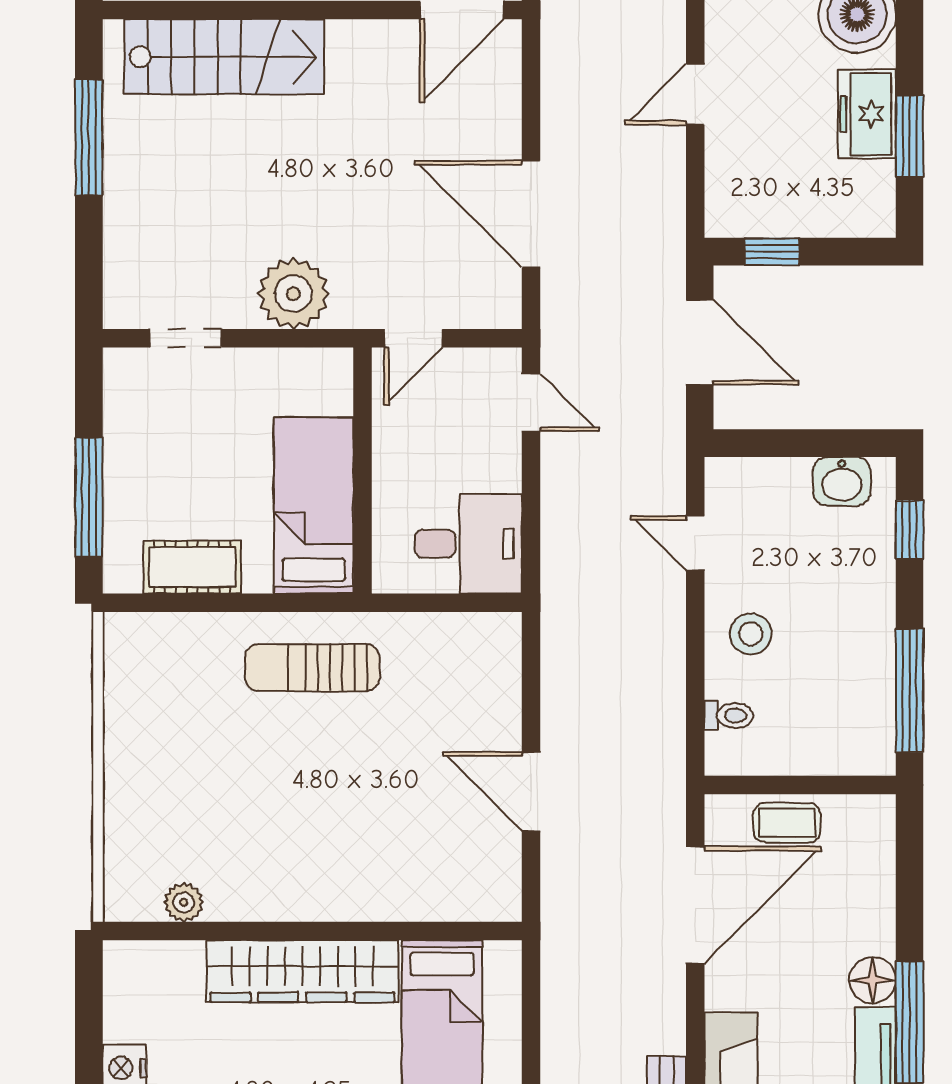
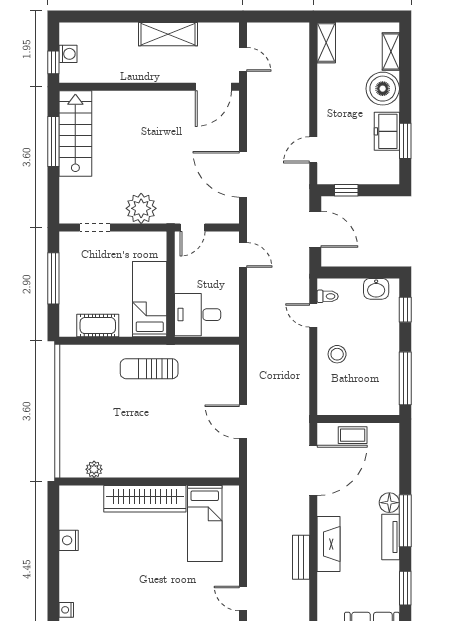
stairs: (224, 57) -> (75, 134), moved, turned -90
door: (695, 94) -> (313, 150), moved
window: (89, 497) -> (53, 278), moved
desk: (468, 544) -> (198, 315), moved, turned 180
toilet: (729, 715) -> (328, 296), moved

